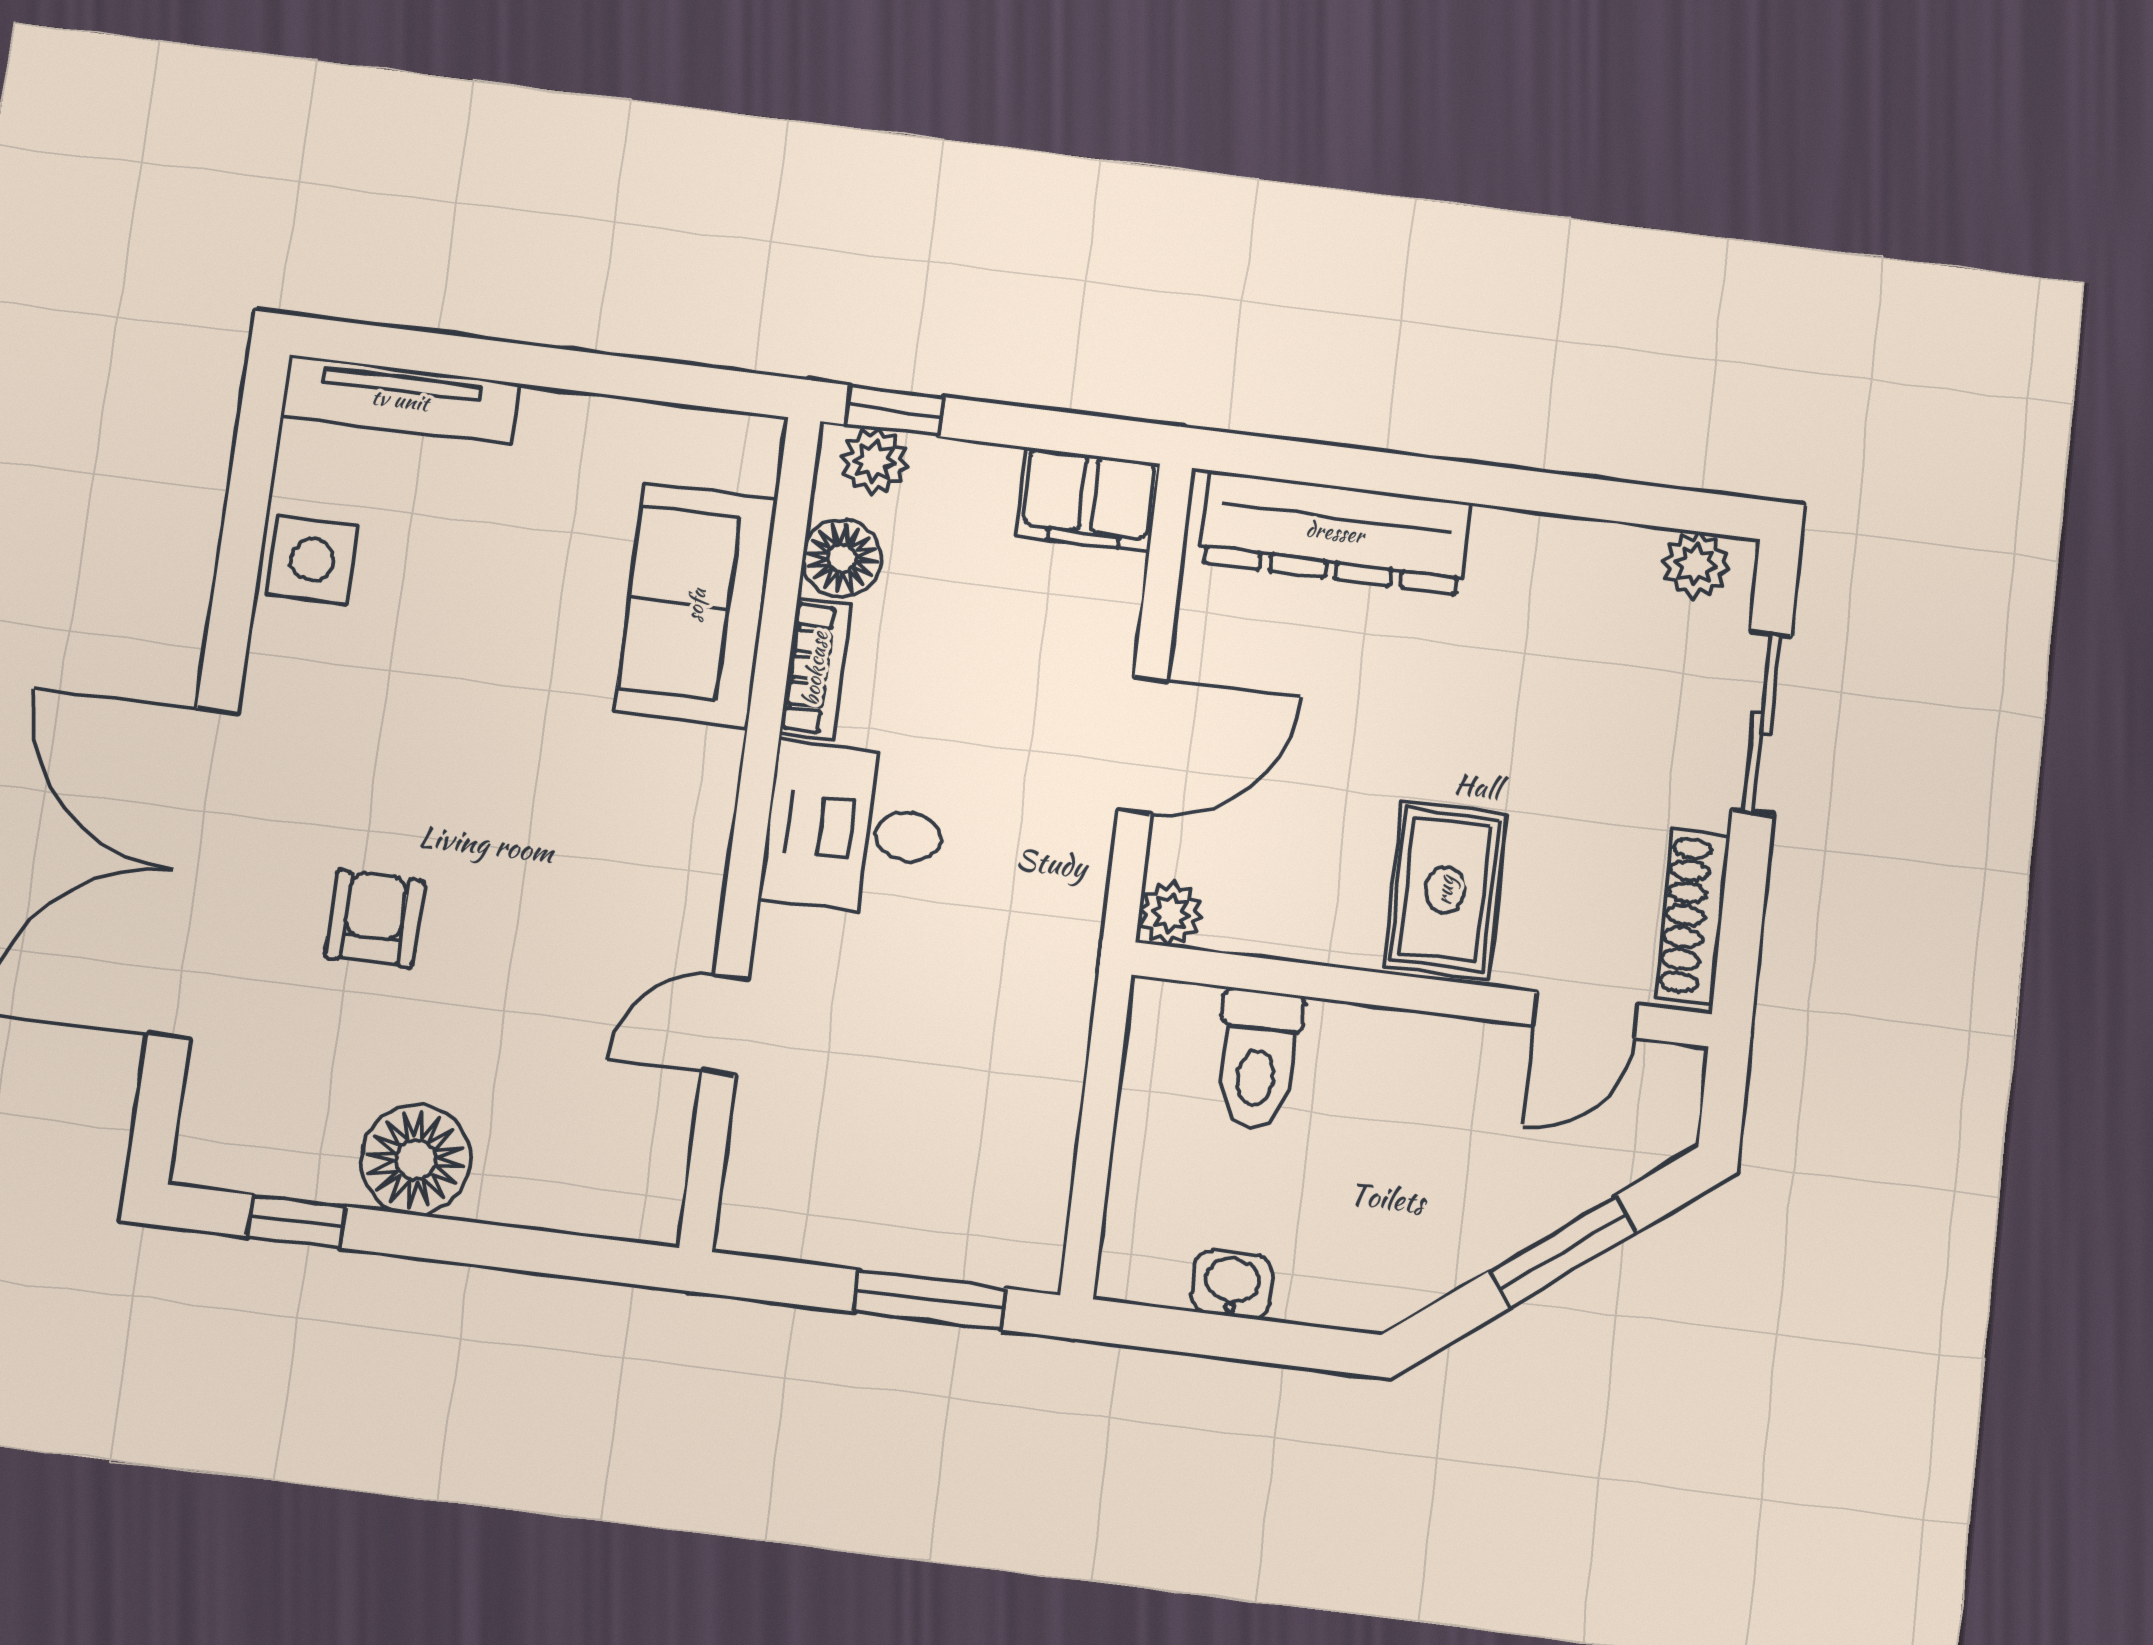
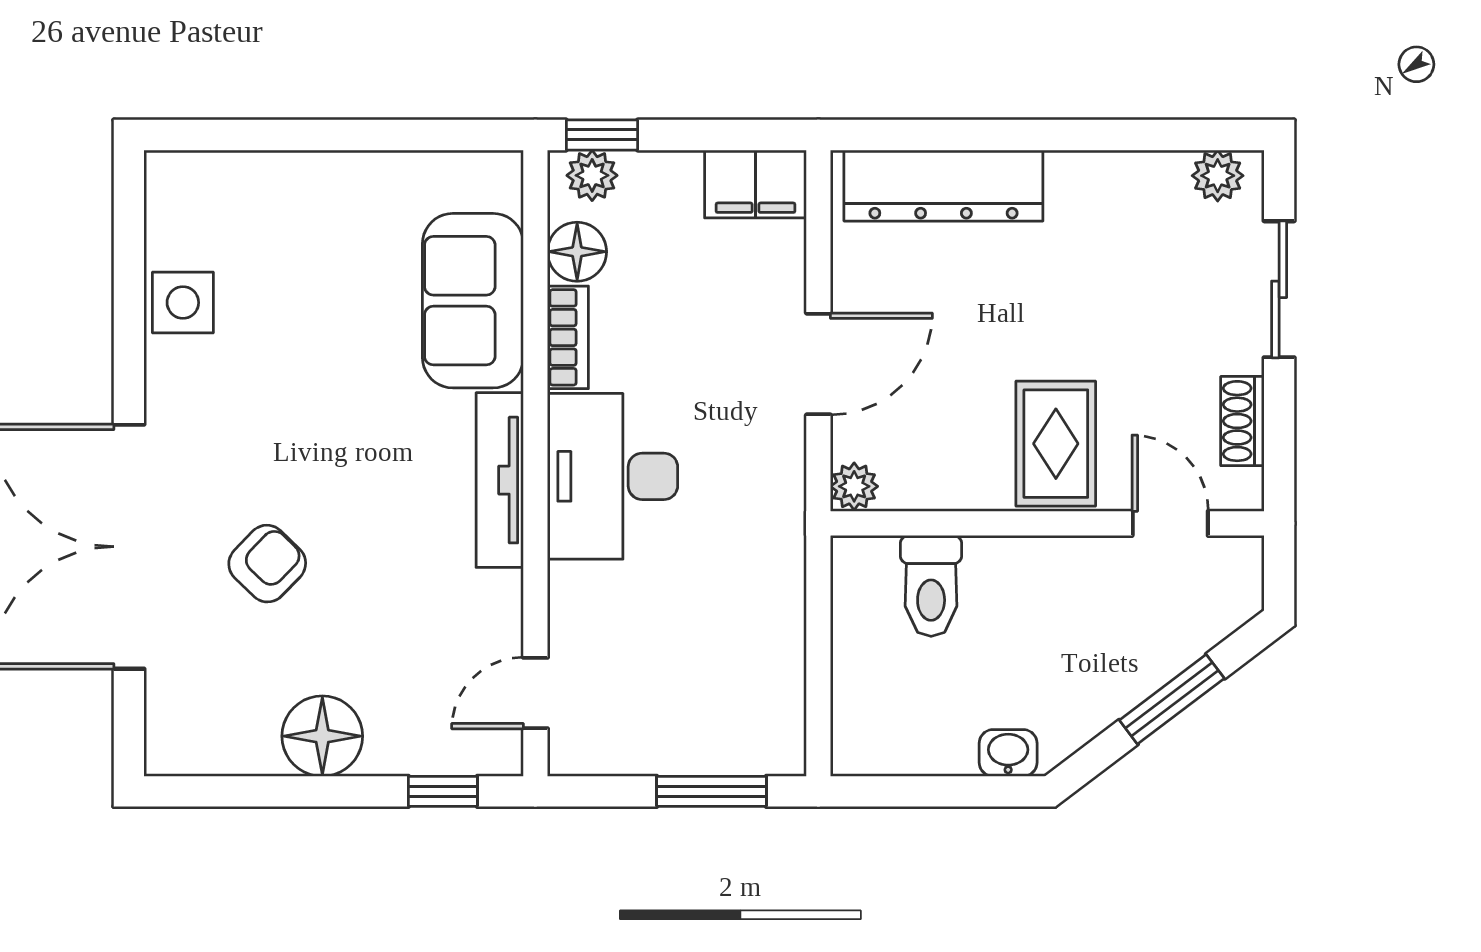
tv unit: (400, 400) -> (500, 480), moved, turned 90
desk: (855, 830) -> (613, 476), width x1.37
shoe rack: (1693, 916) -> (1242, 421), width x0.70
armchair: (375, 918) -> (267, 564), turned 44
door: (1586, 1015) -> (1170, 523), swing flipped
door: (725, 1025) -> (535, 693), moved
window: (297, 1221) -> (443, 791), moved
washbasin: (1232, 1284) -> (1008, 753), moved

